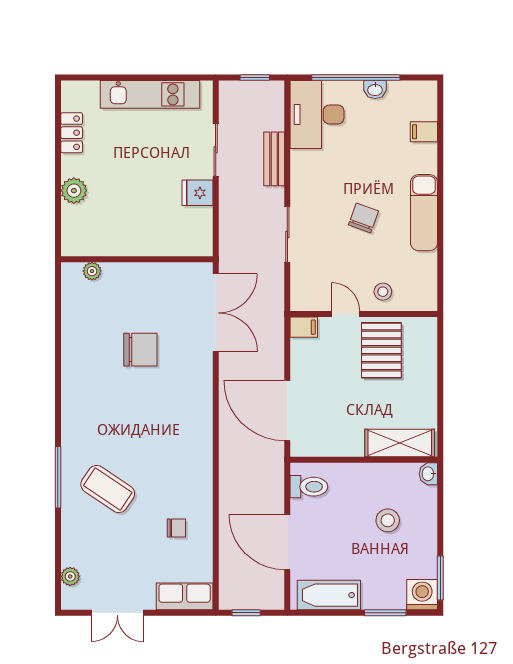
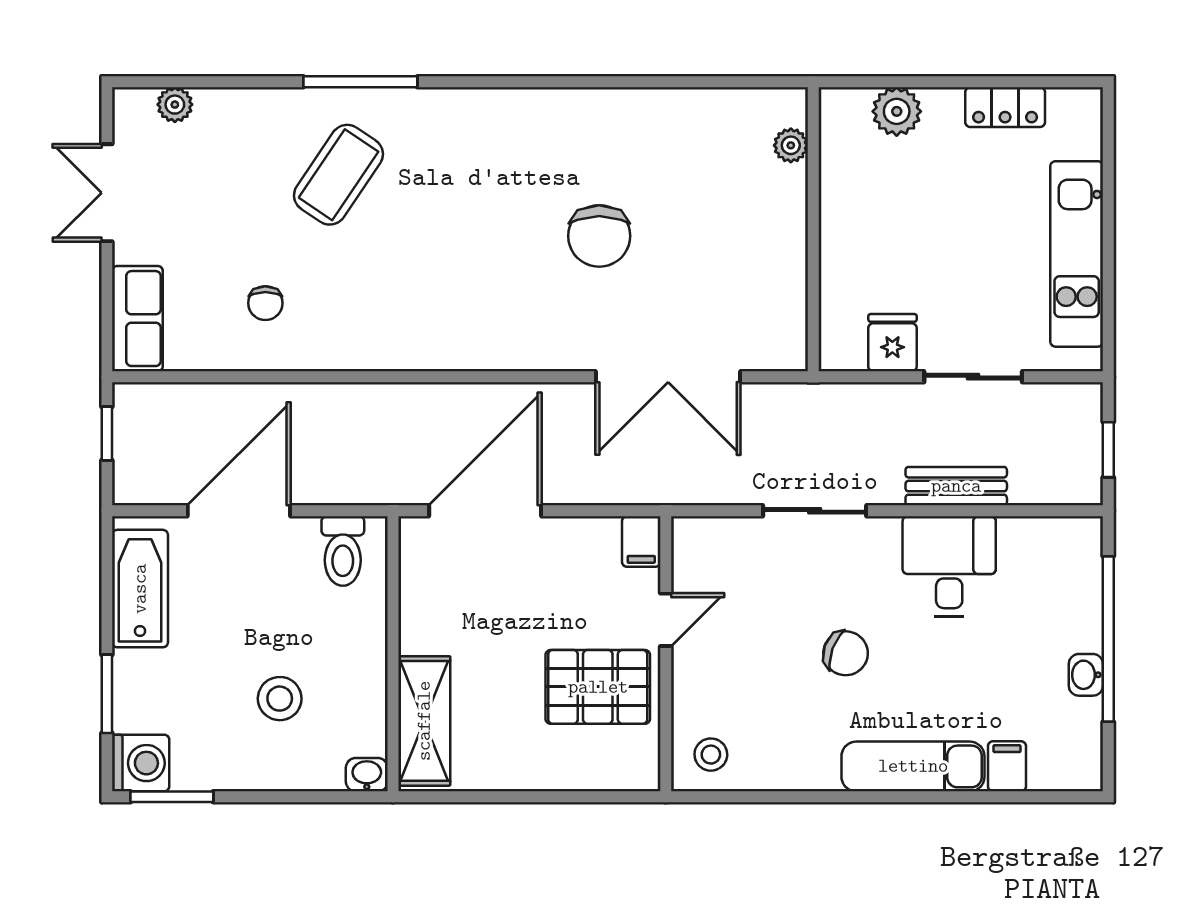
desk: (317, 115) -> (949, 566), moved, width x0.73
exam couch: (424, 213) -> (913, 766), moved
wall: (137, 259) -> (813, 229), moved
plant: (92, 271) -> (791, 145), moved
stool: (383, 292) -> (711, 755), moved

